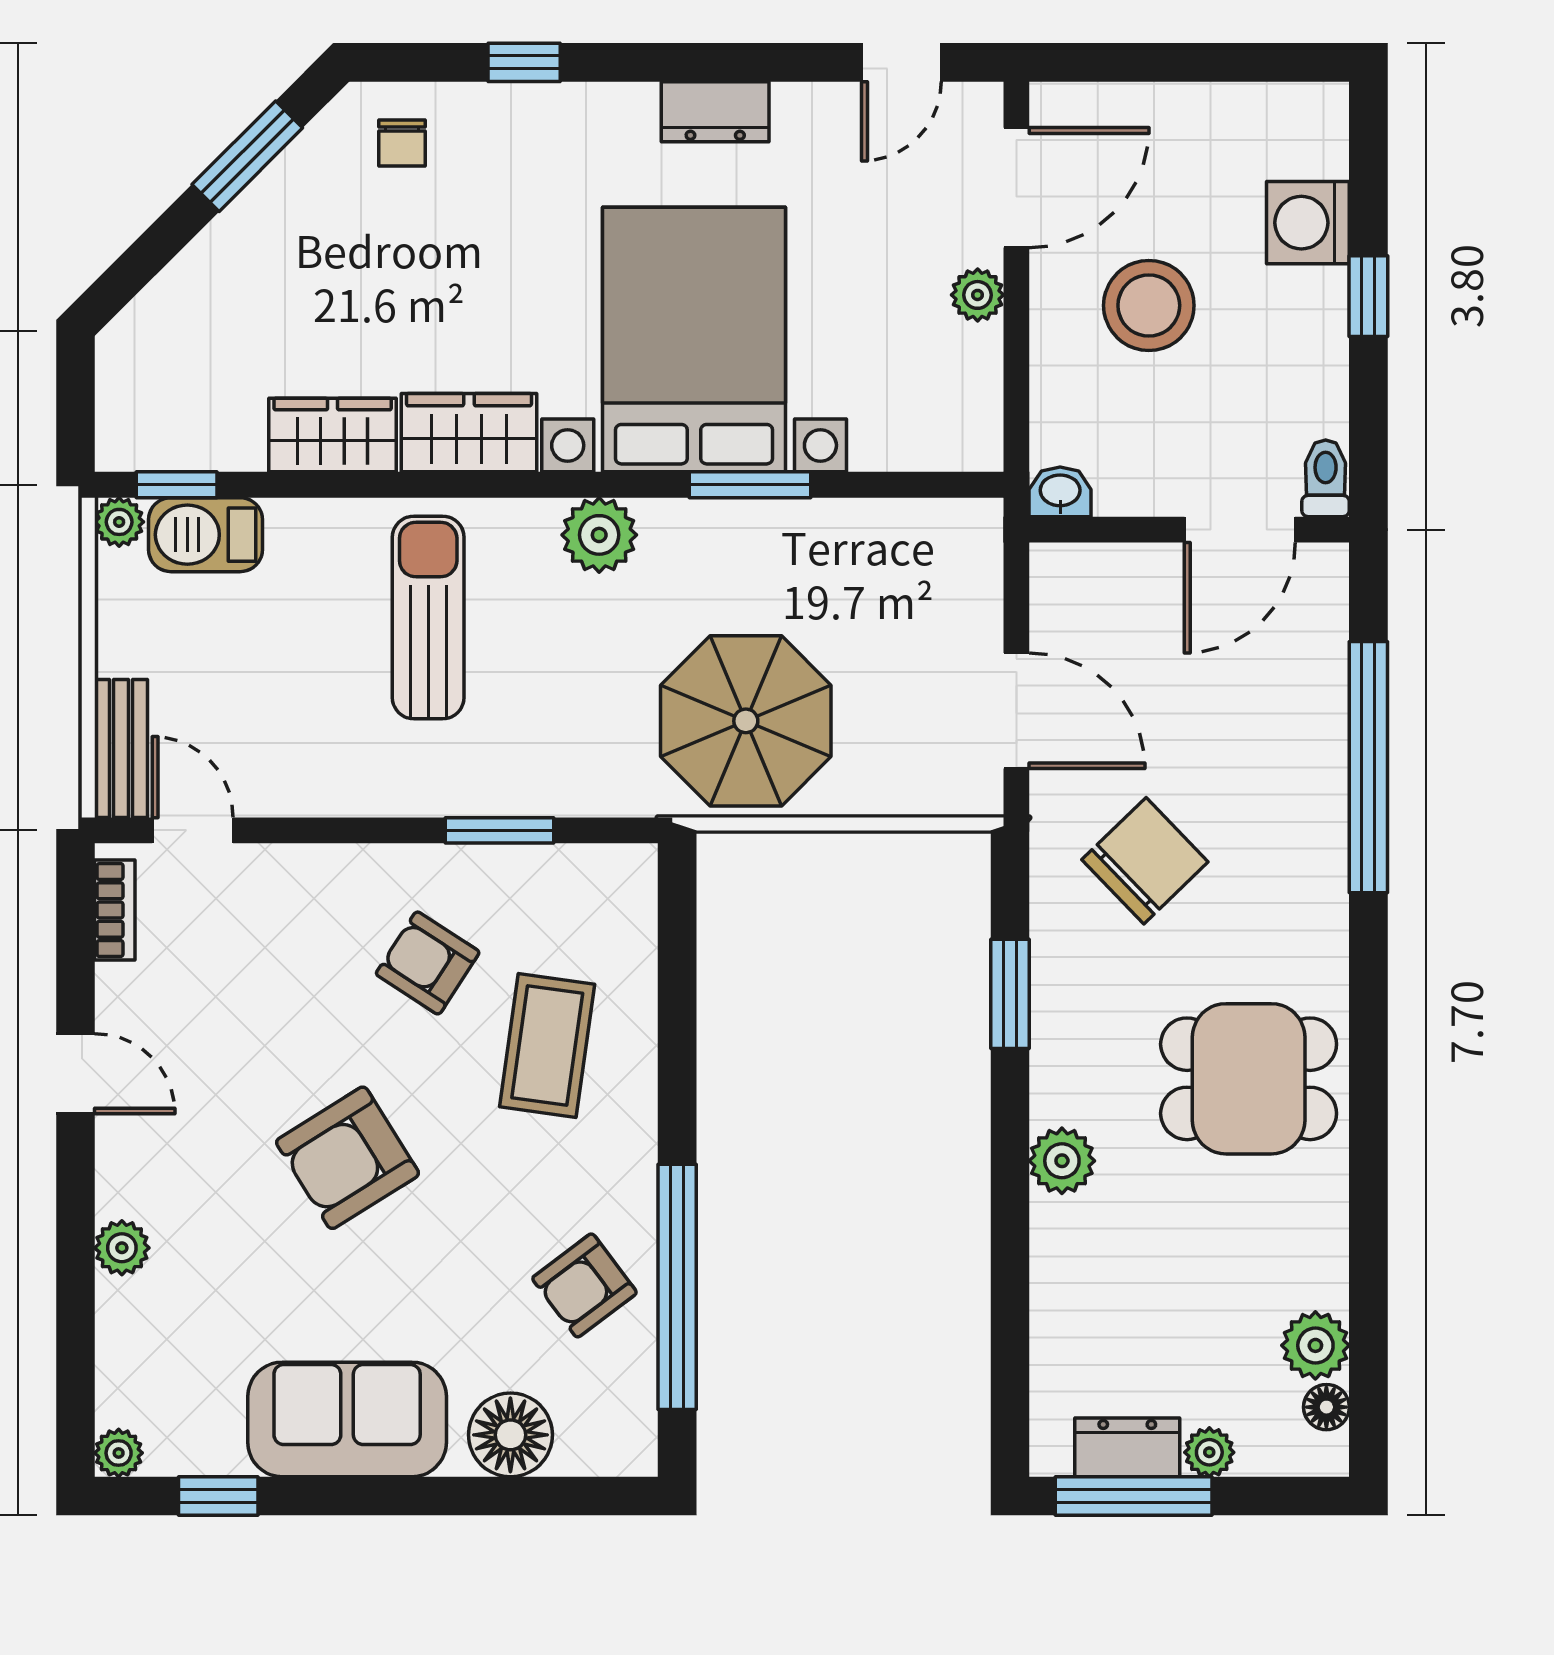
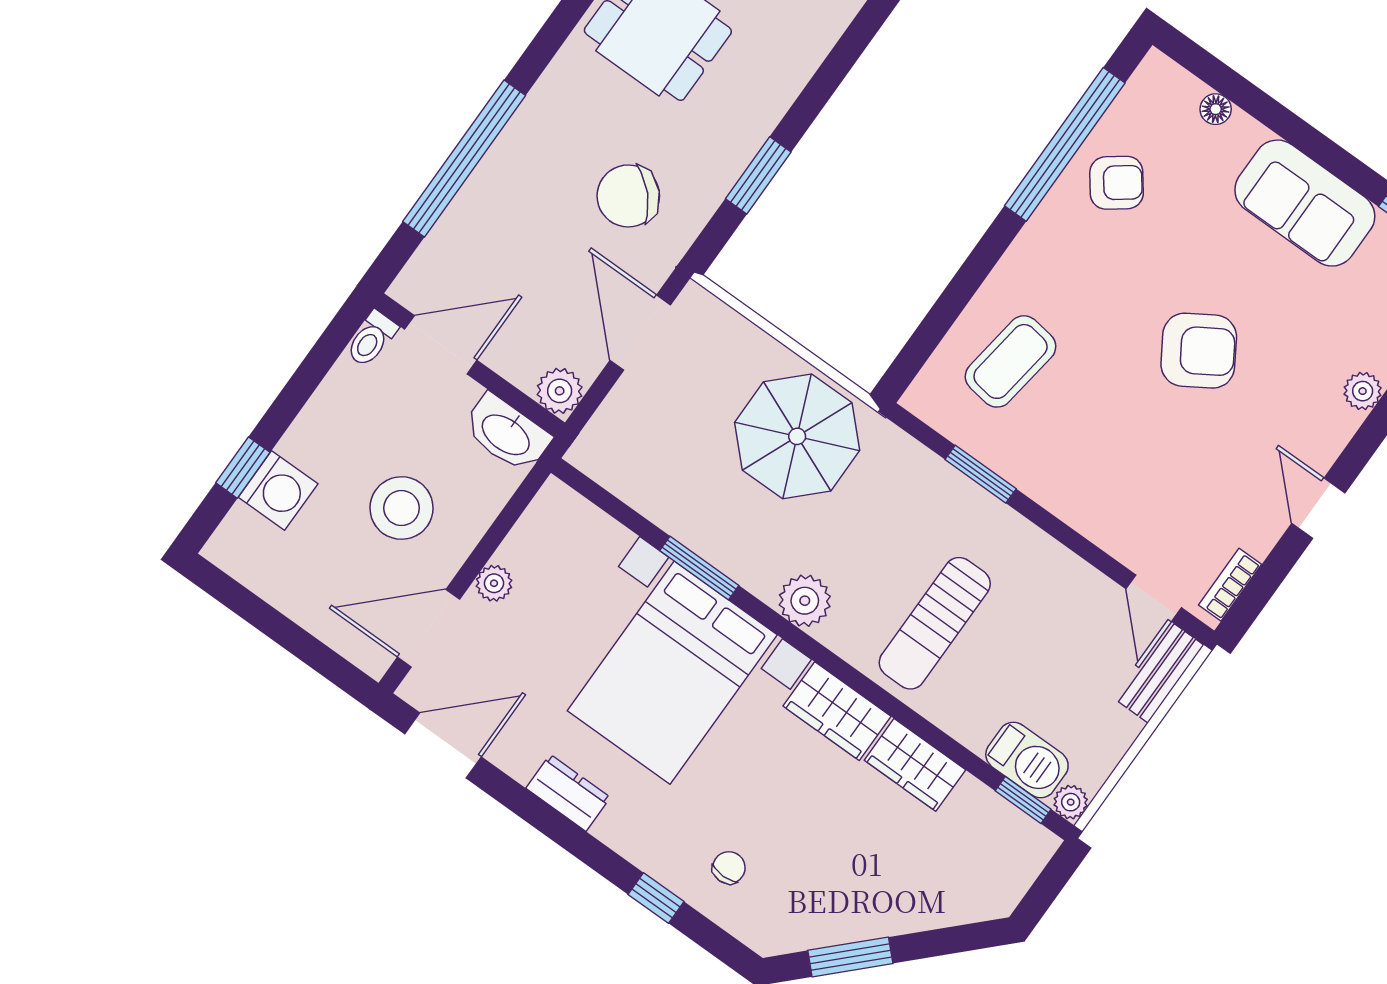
door: (901, 62) -> (443, 745), width x1.38
chair: (402, 143) -> (729, 868), moved
window: (1368, 296) -> (243, 468), moved
washbasin: (1060, 492) -> (507, 434), width x1.91, depth x1.45
armchair: (428, 963) -> (1075, 428), removed
coffee table: (547, 1046) -> (1011, 361), moved
plant: (1062, 1161) -> (560, 391), moved
floor lamp: (510, 1435) -> (1216, 109), width x0.53, depth x0.53

